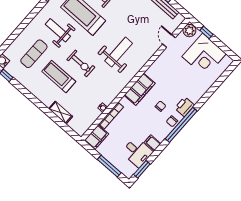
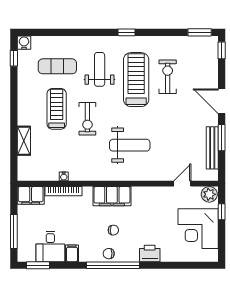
printer: (185, 107) -> (150, 253), moved

